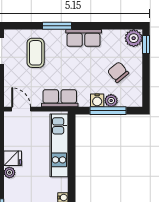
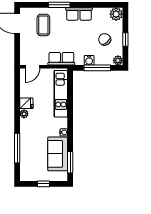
window: (146, 44) -> (125, 40), moved
plant: (111, 101) -> (118, 60), moved
door: (21, 109) -> (33, 67), swing flipped

